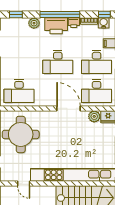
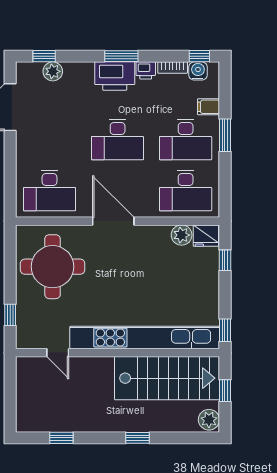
window: (60, 14) -> (121, 56), width x0.47
plant: (34, 23) -> (53, 71), moved
door: (69, 108) -> (113, 221), moved

